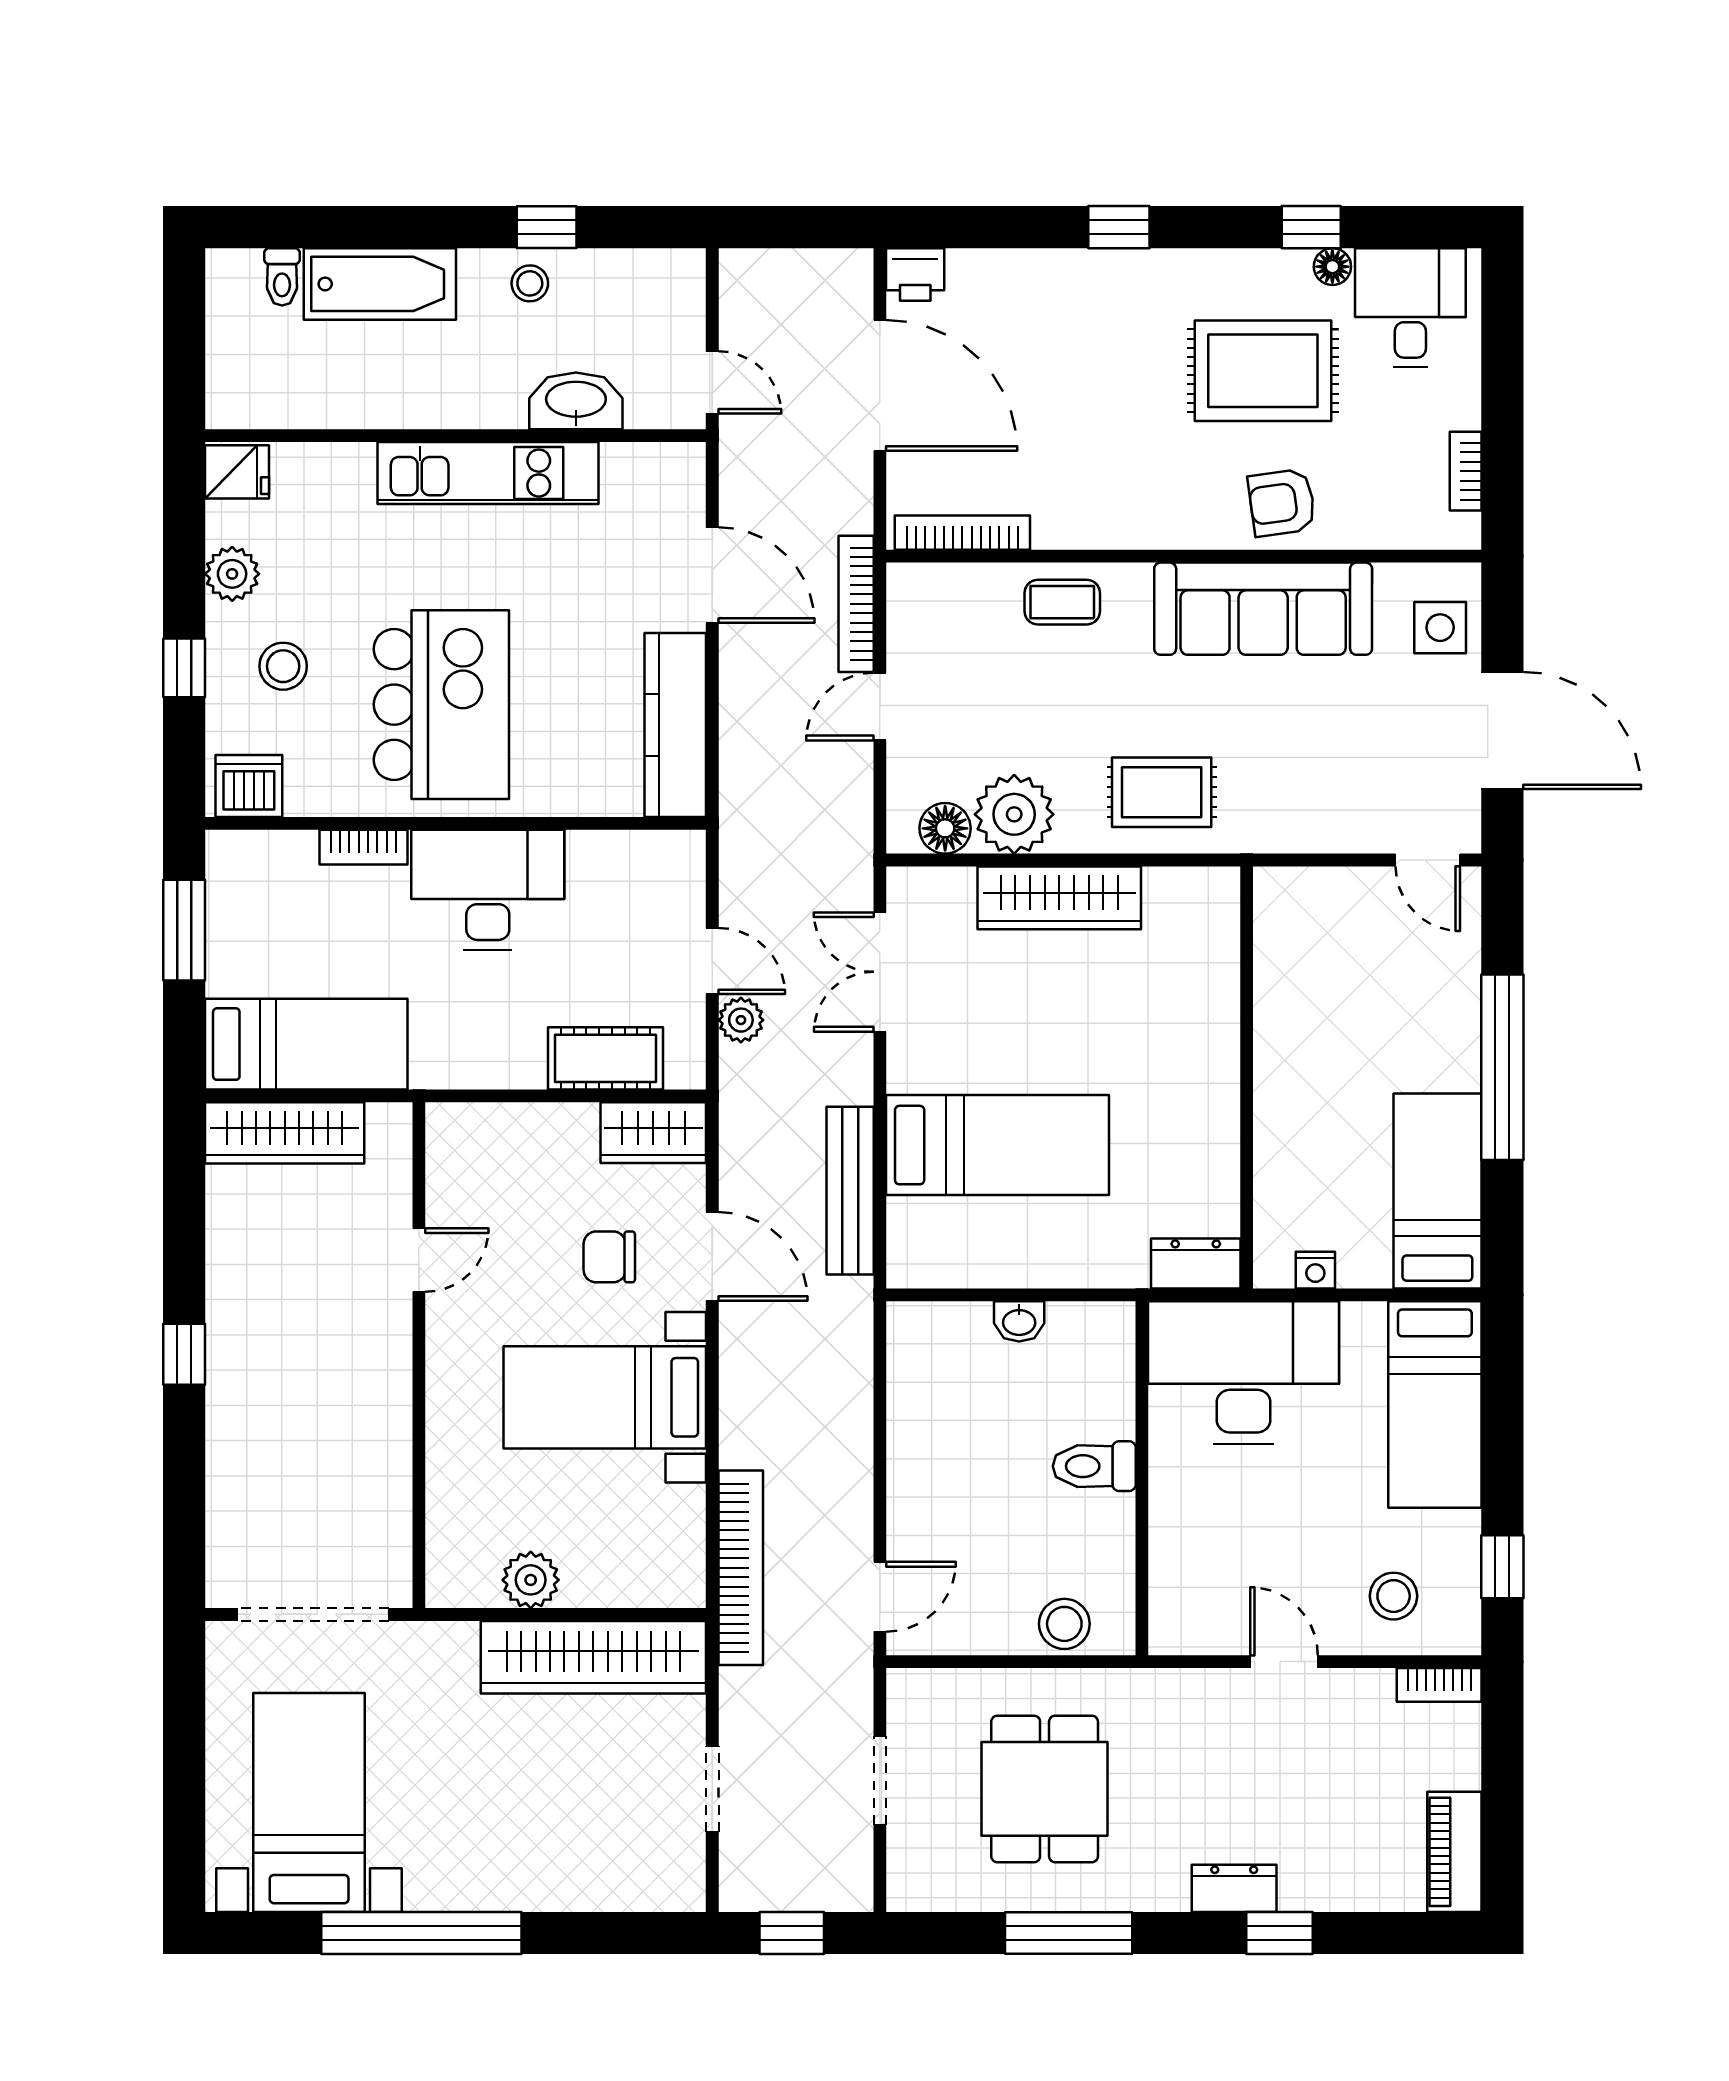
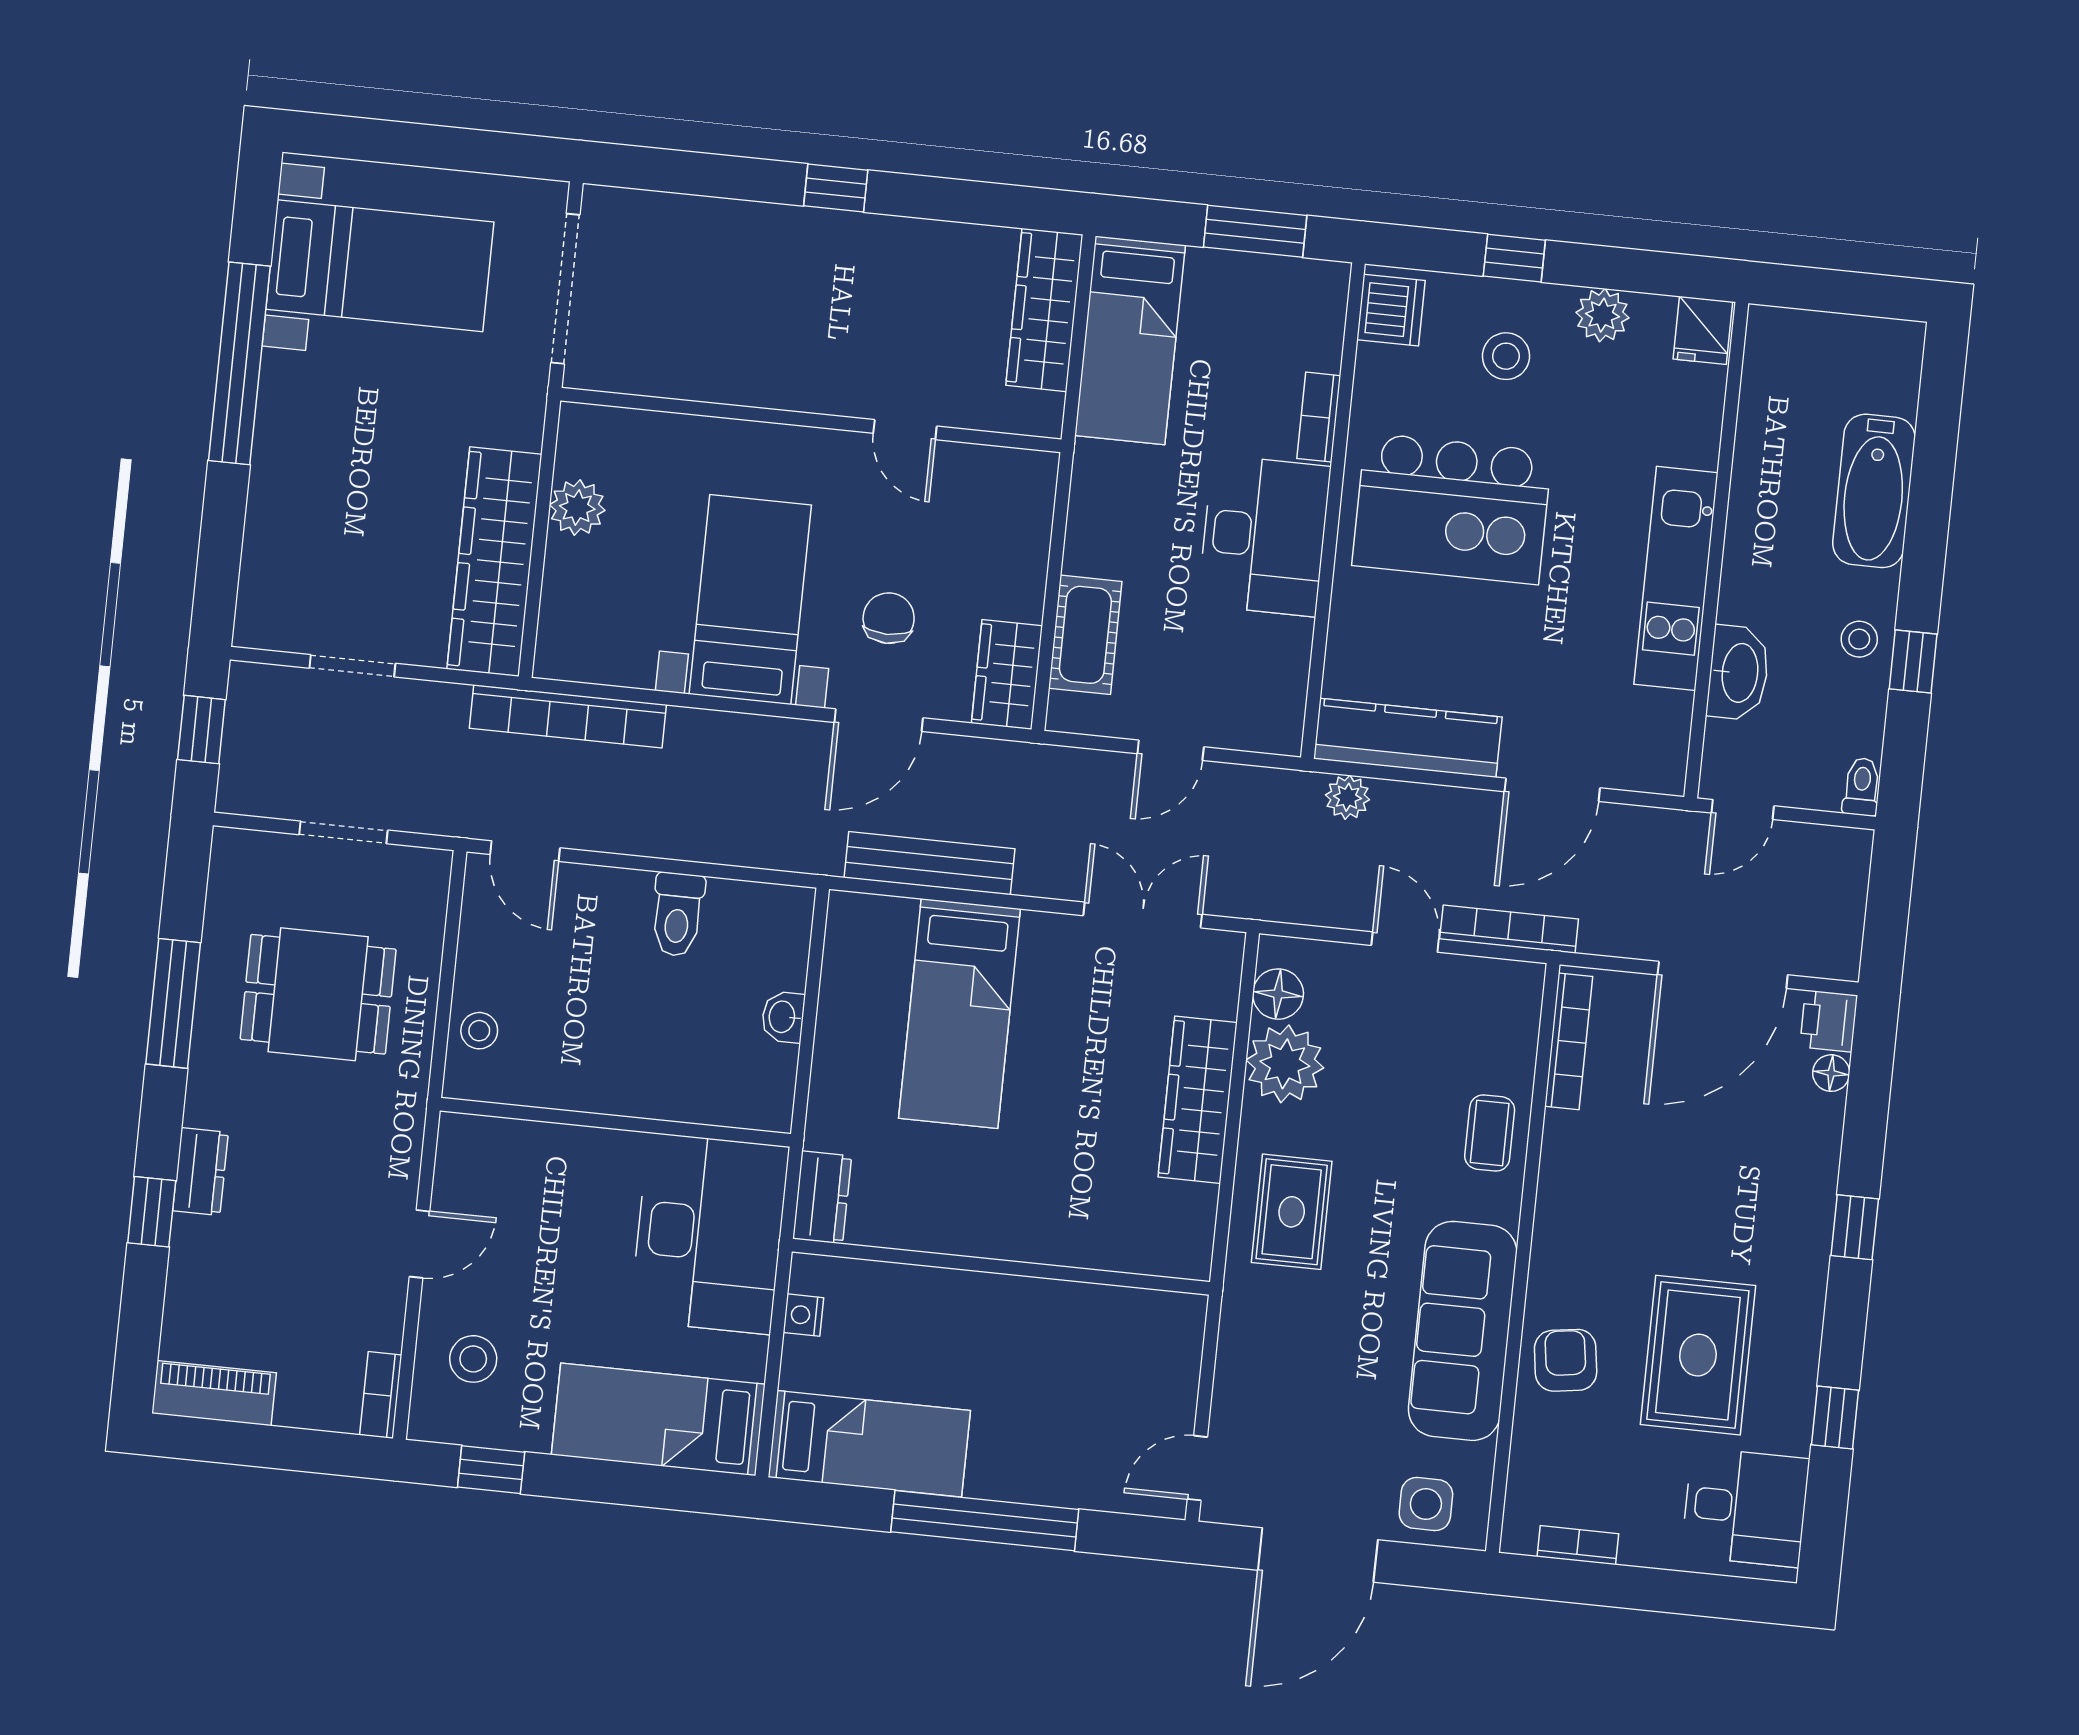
floor lamp: (1332, 267) -> (1831, 1073), moved
toilet: (282, 277) -> (1862, 787), moved, turned 90
plant: (741, 1020) -> (1348, 797), moved
toilet: (1094, 1466) -> (678, 914), moved, turned 180
stool: (1064, 1624) -> (479, 1031), width x0.73, depth x0.73

